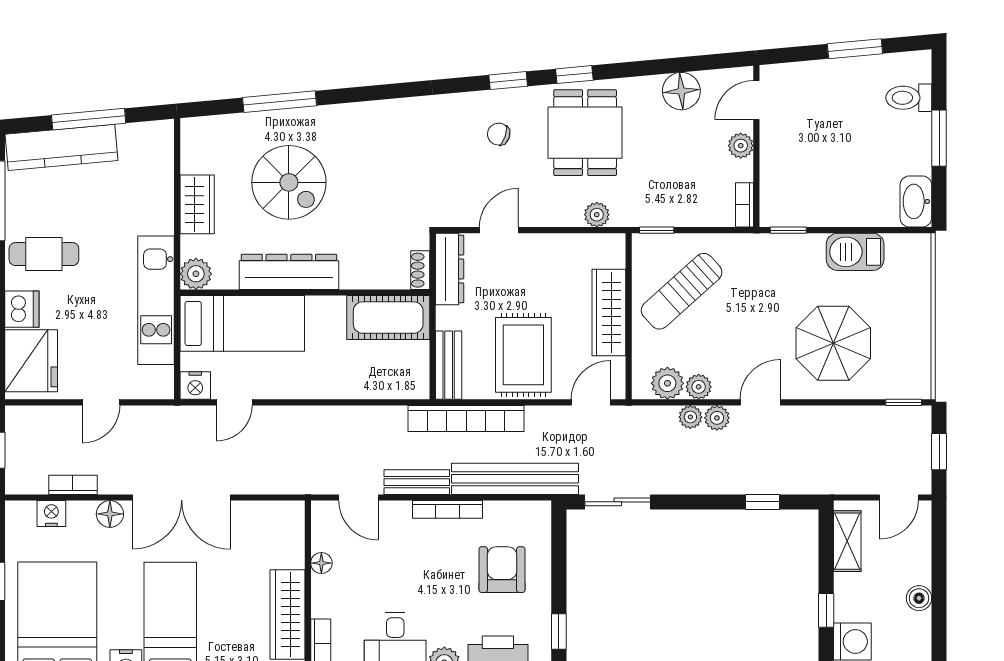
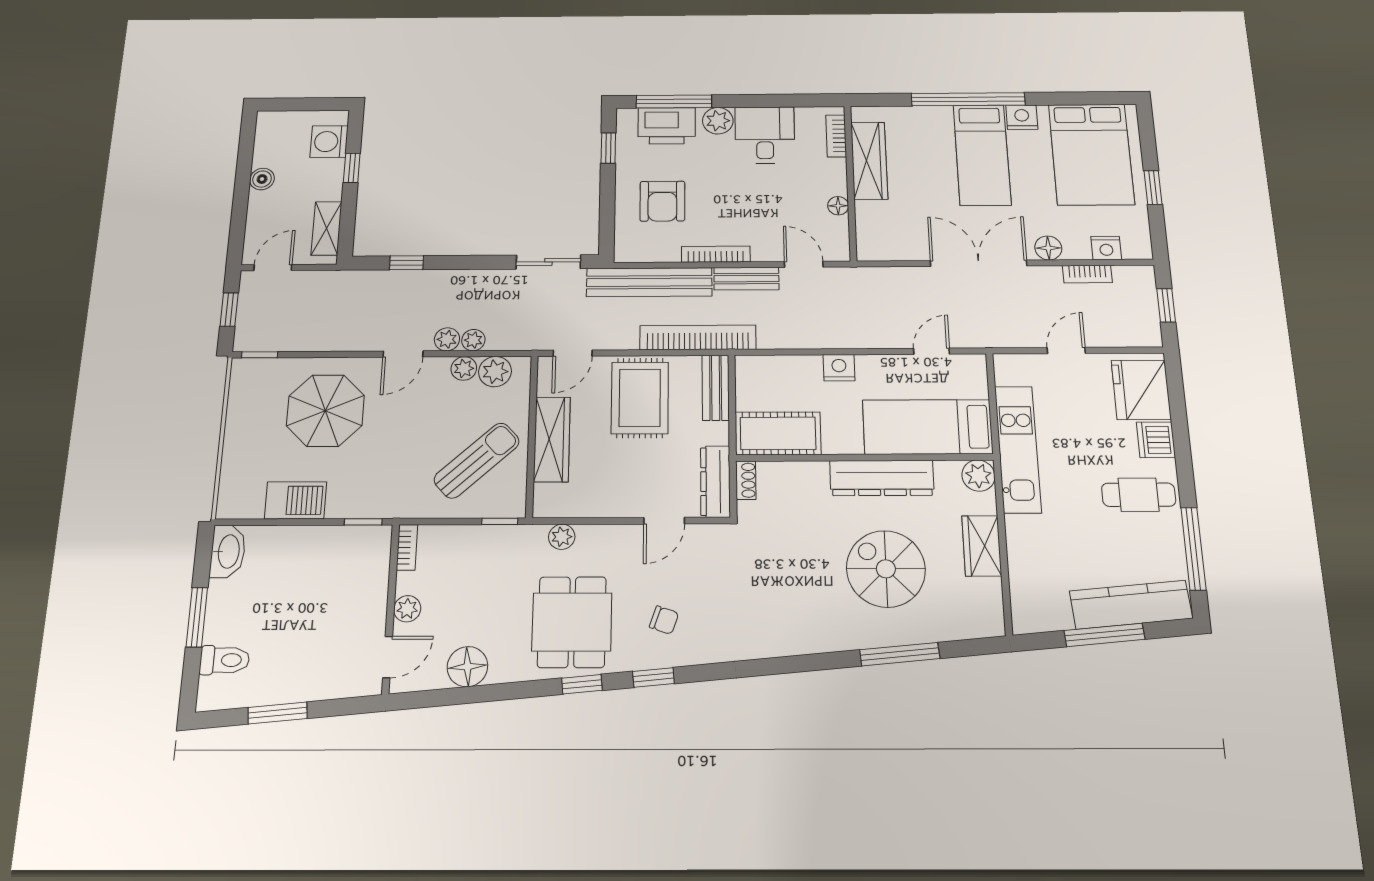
nightstand: (195, 386) -> (839, 368), moved

